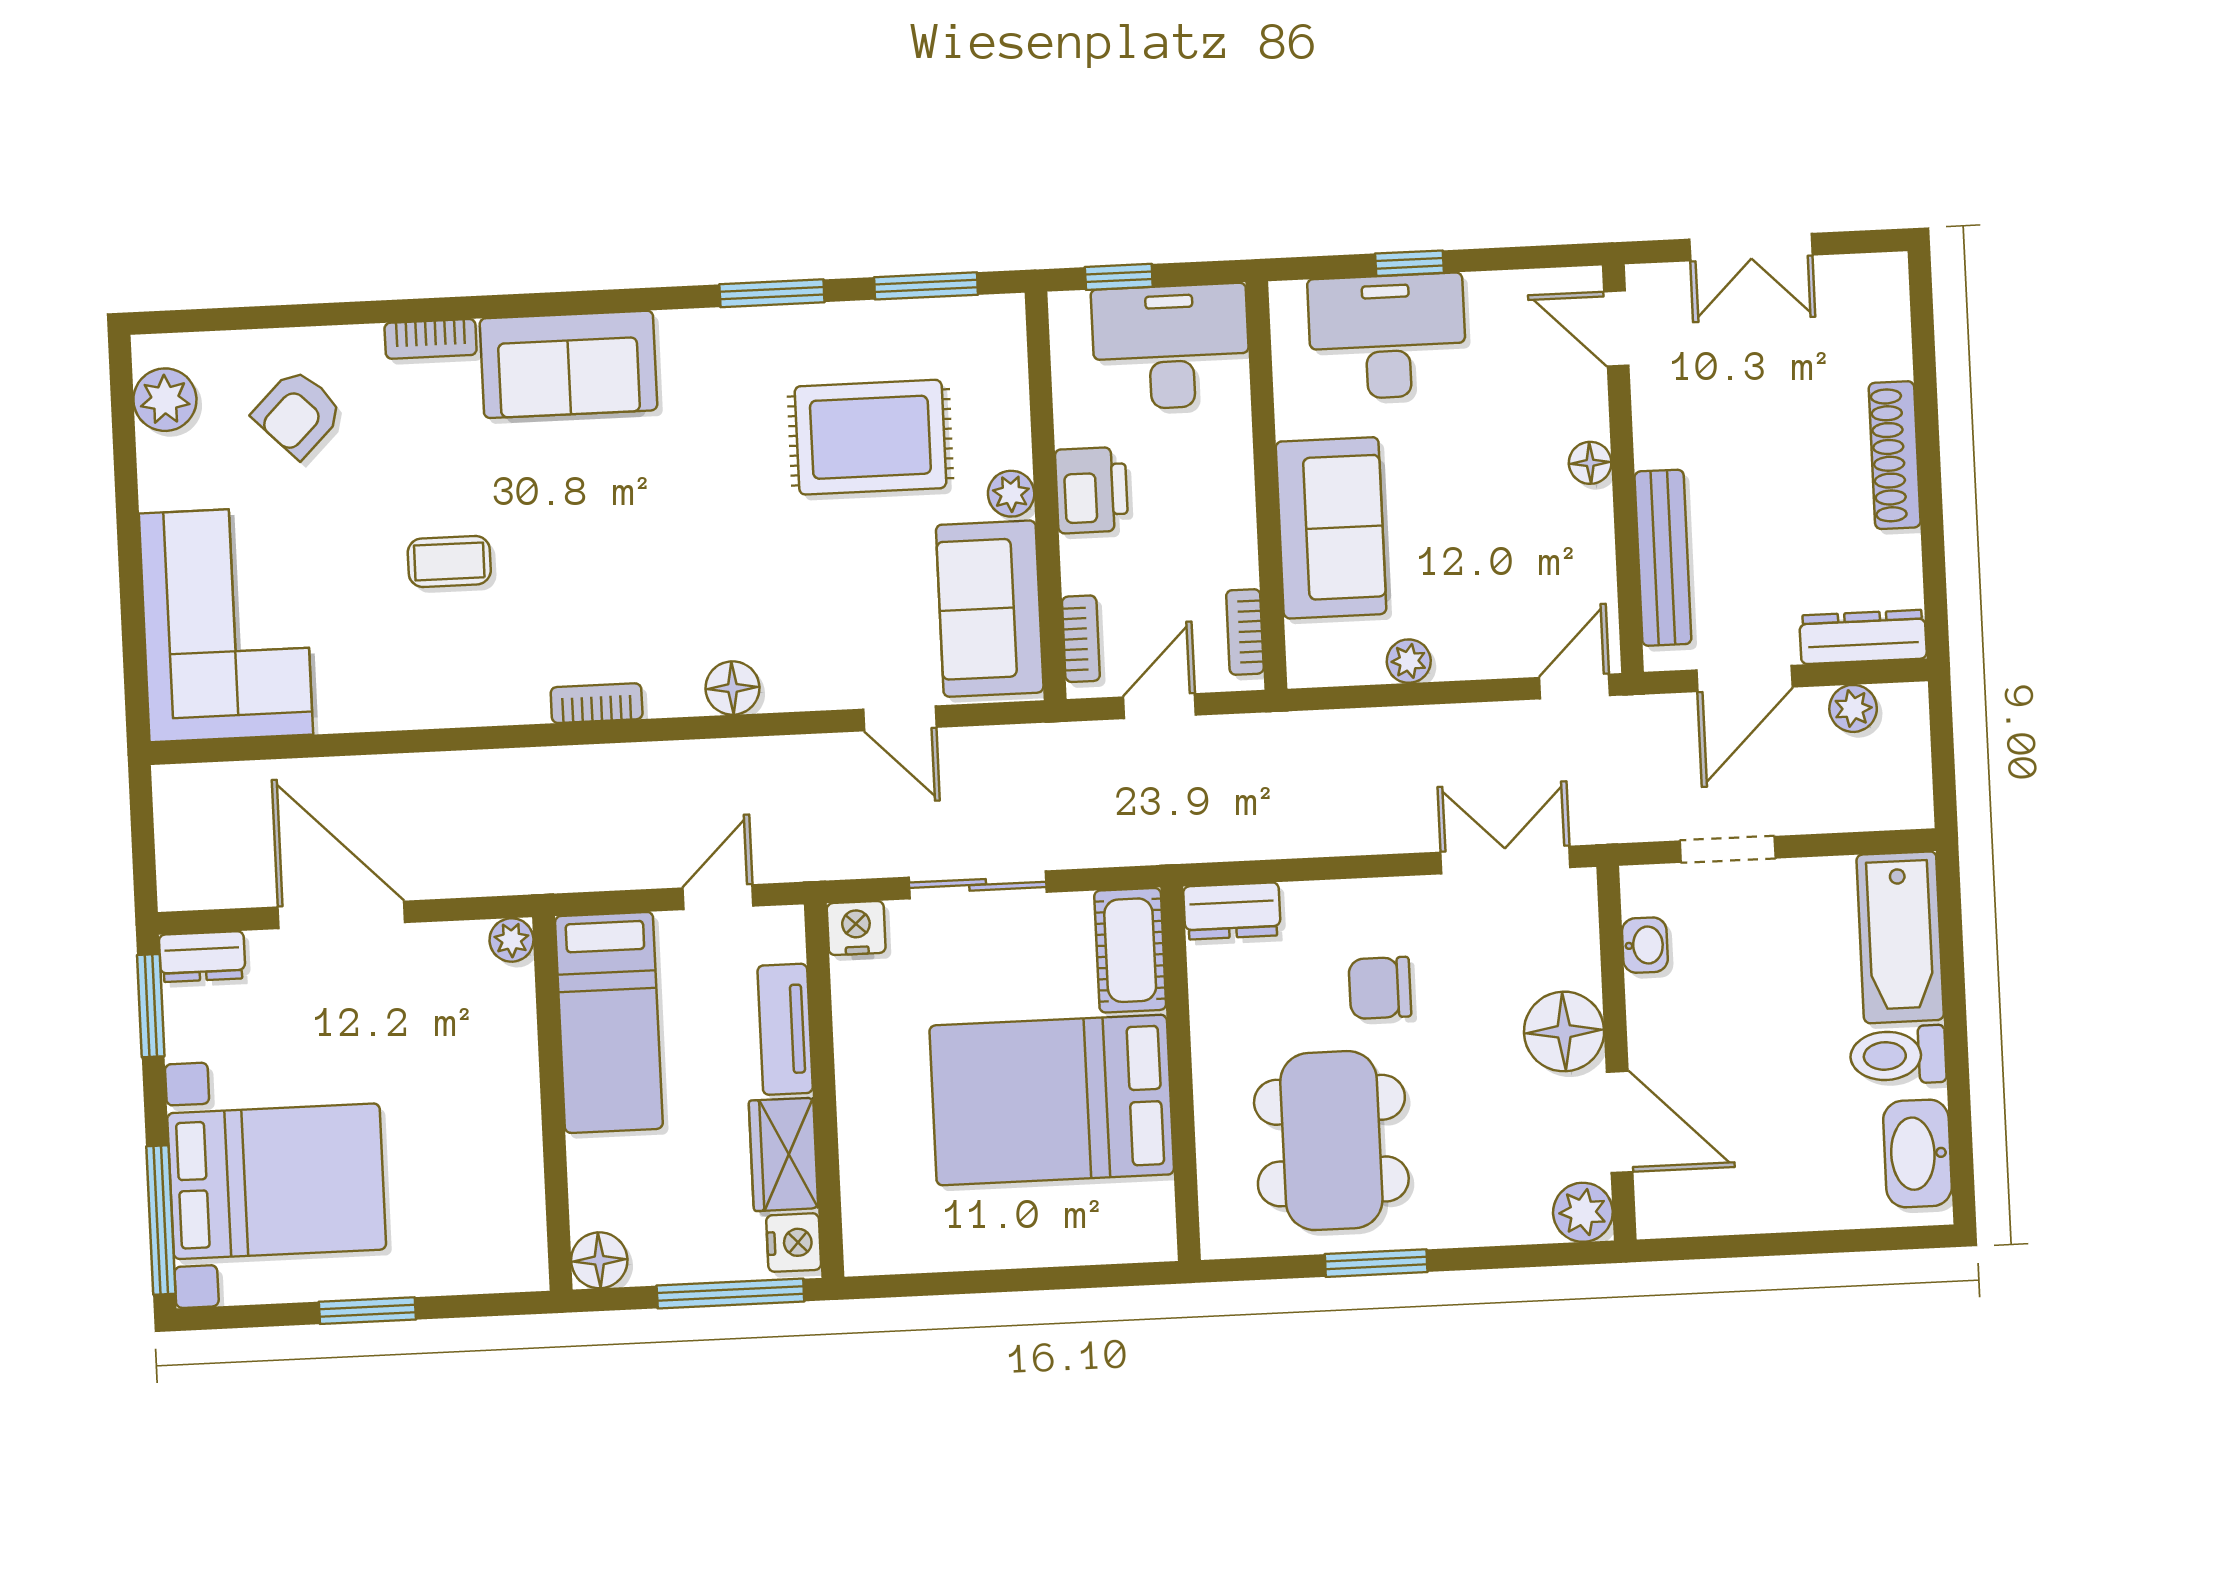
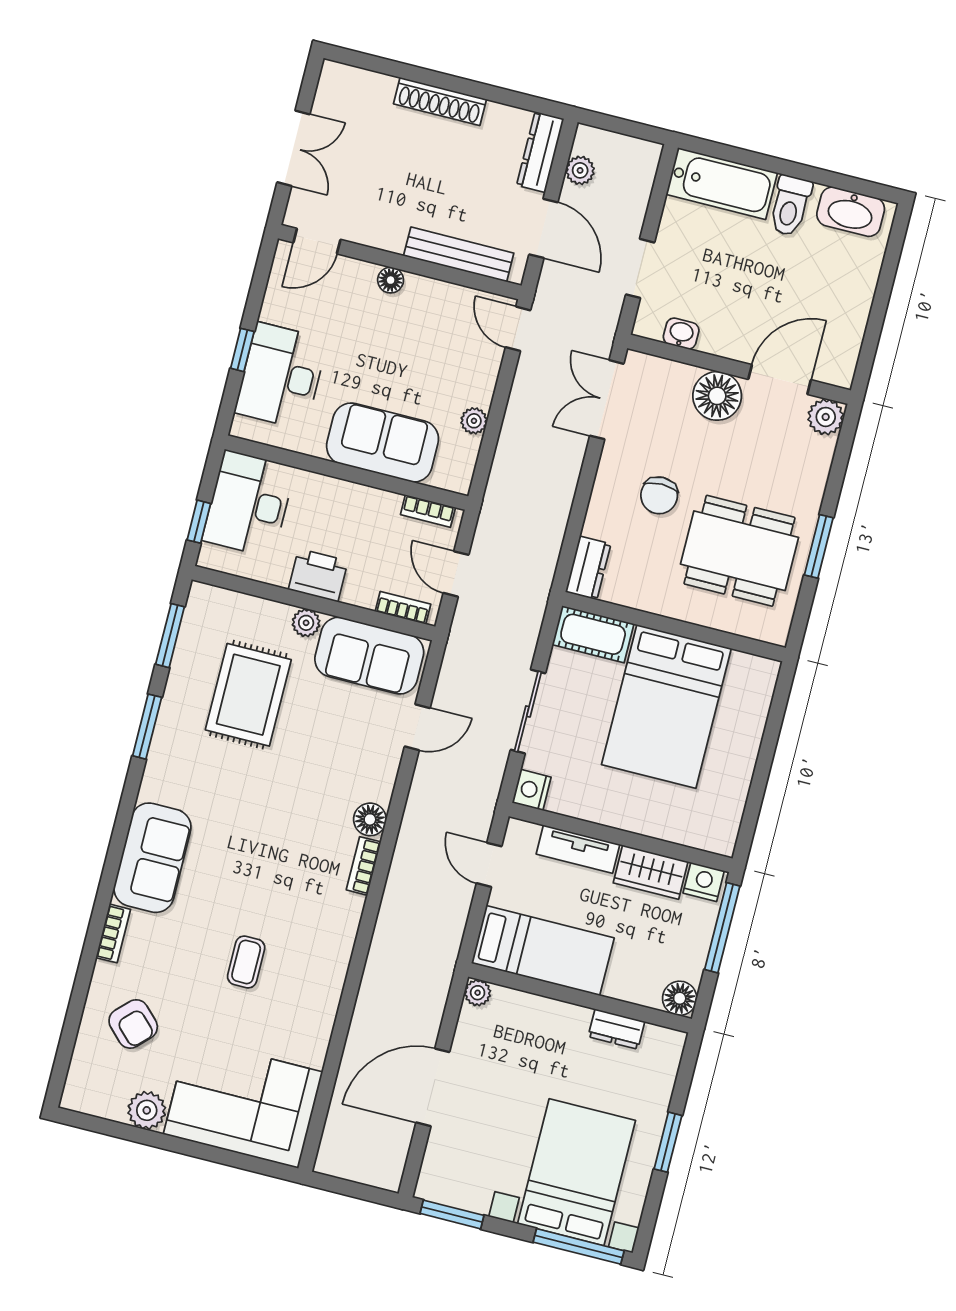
plant: (165, 400) -> (147, 1110), moved
bookcase: (597, 703) -> (364, 866), moved
dresser: (202, 957) -> (616, 1029), moved, turned 90

